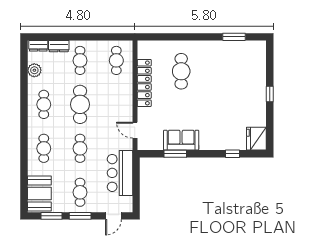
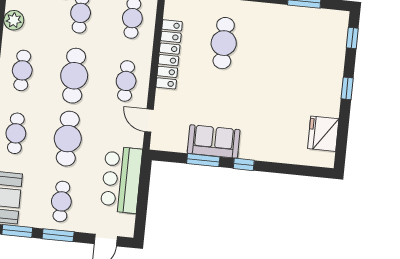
window: (270, 59) -> (352, 38), added
cafe table: (116, 104) -> (126, 81), added
fridge: (256, 139) -> (323, 134), moved
cafe table: (80, 148) -> (68, 139), width x1.37, depth x1.35
window: (232, 154) -> (244, 164), moved

